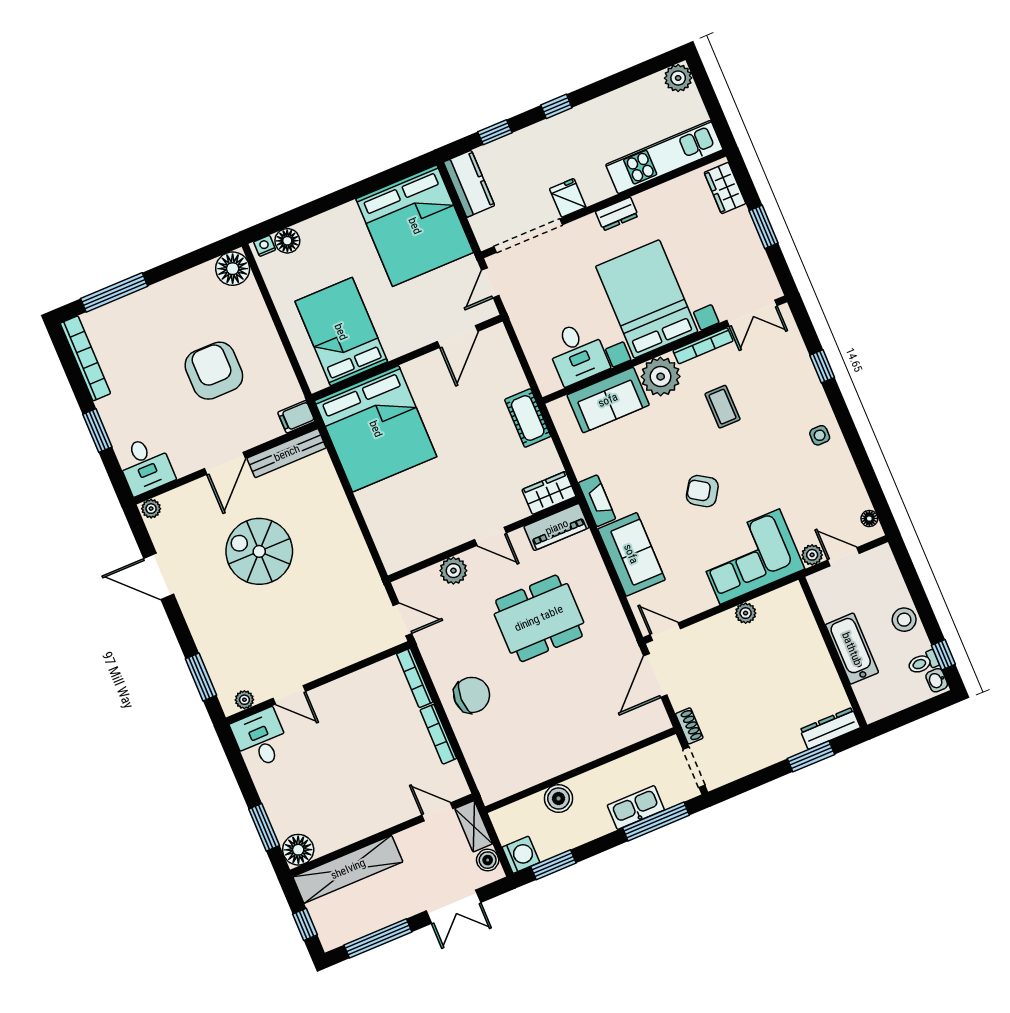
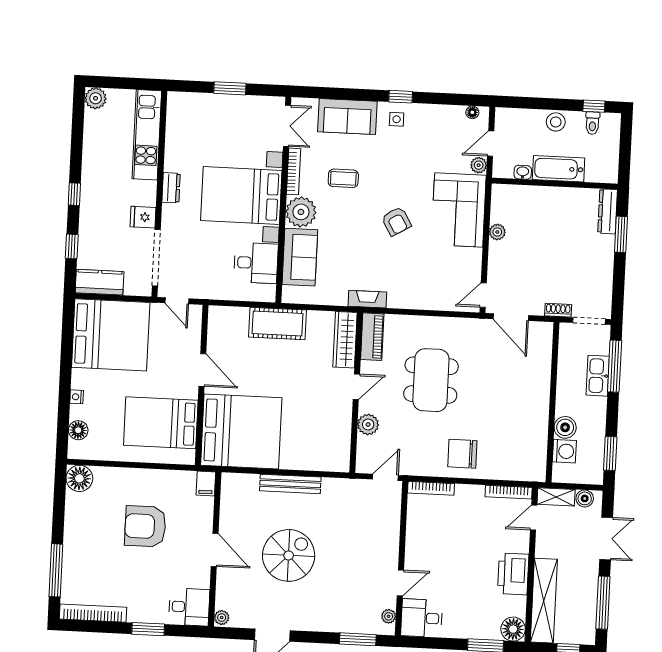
wardrobe: (725, 188) -> (189, 102), removed
nightstand: (265, 246) -> (77, 397), moved
door: (457, 337) -> (202, 370), moved
window: (822, 366) -> (401, 97), moved
cot: (528, 418) -> (277, 324), width x1.37, depth x1.34
bench: (287, 453) -> (290, 484), moved, turned 90
armchair: (702, 491) -> (396, 221), turned -64
wardrobe: (549, 493) -> (345, 340), width x1.50
spiral stairs: (259, 551) -> (289, 555), turned 180
sofa: (631, 554) -> (347, 117), moved, turned 180
washbasin: (937, 680) -> (523, 172), moved, turned 180
chair: (472, 695) -> (462, 454), turned -90
bookcase: (438, 734) -> (509, 492), moved
printer: (362, 819) -> (513, 574), added
washing machine: (521, 855) -> (564, 451), moved, turned 90

